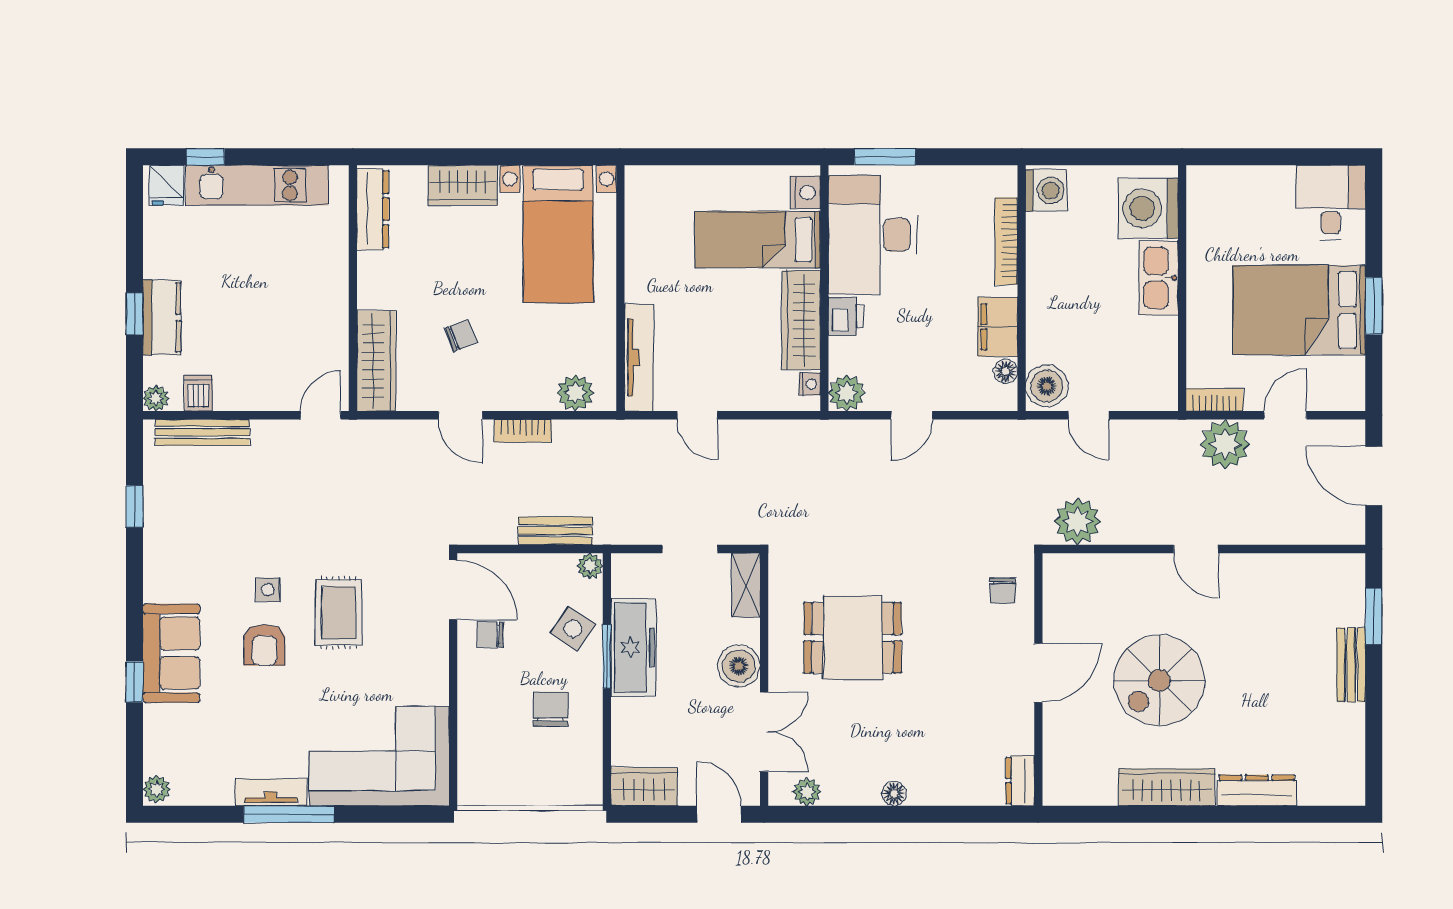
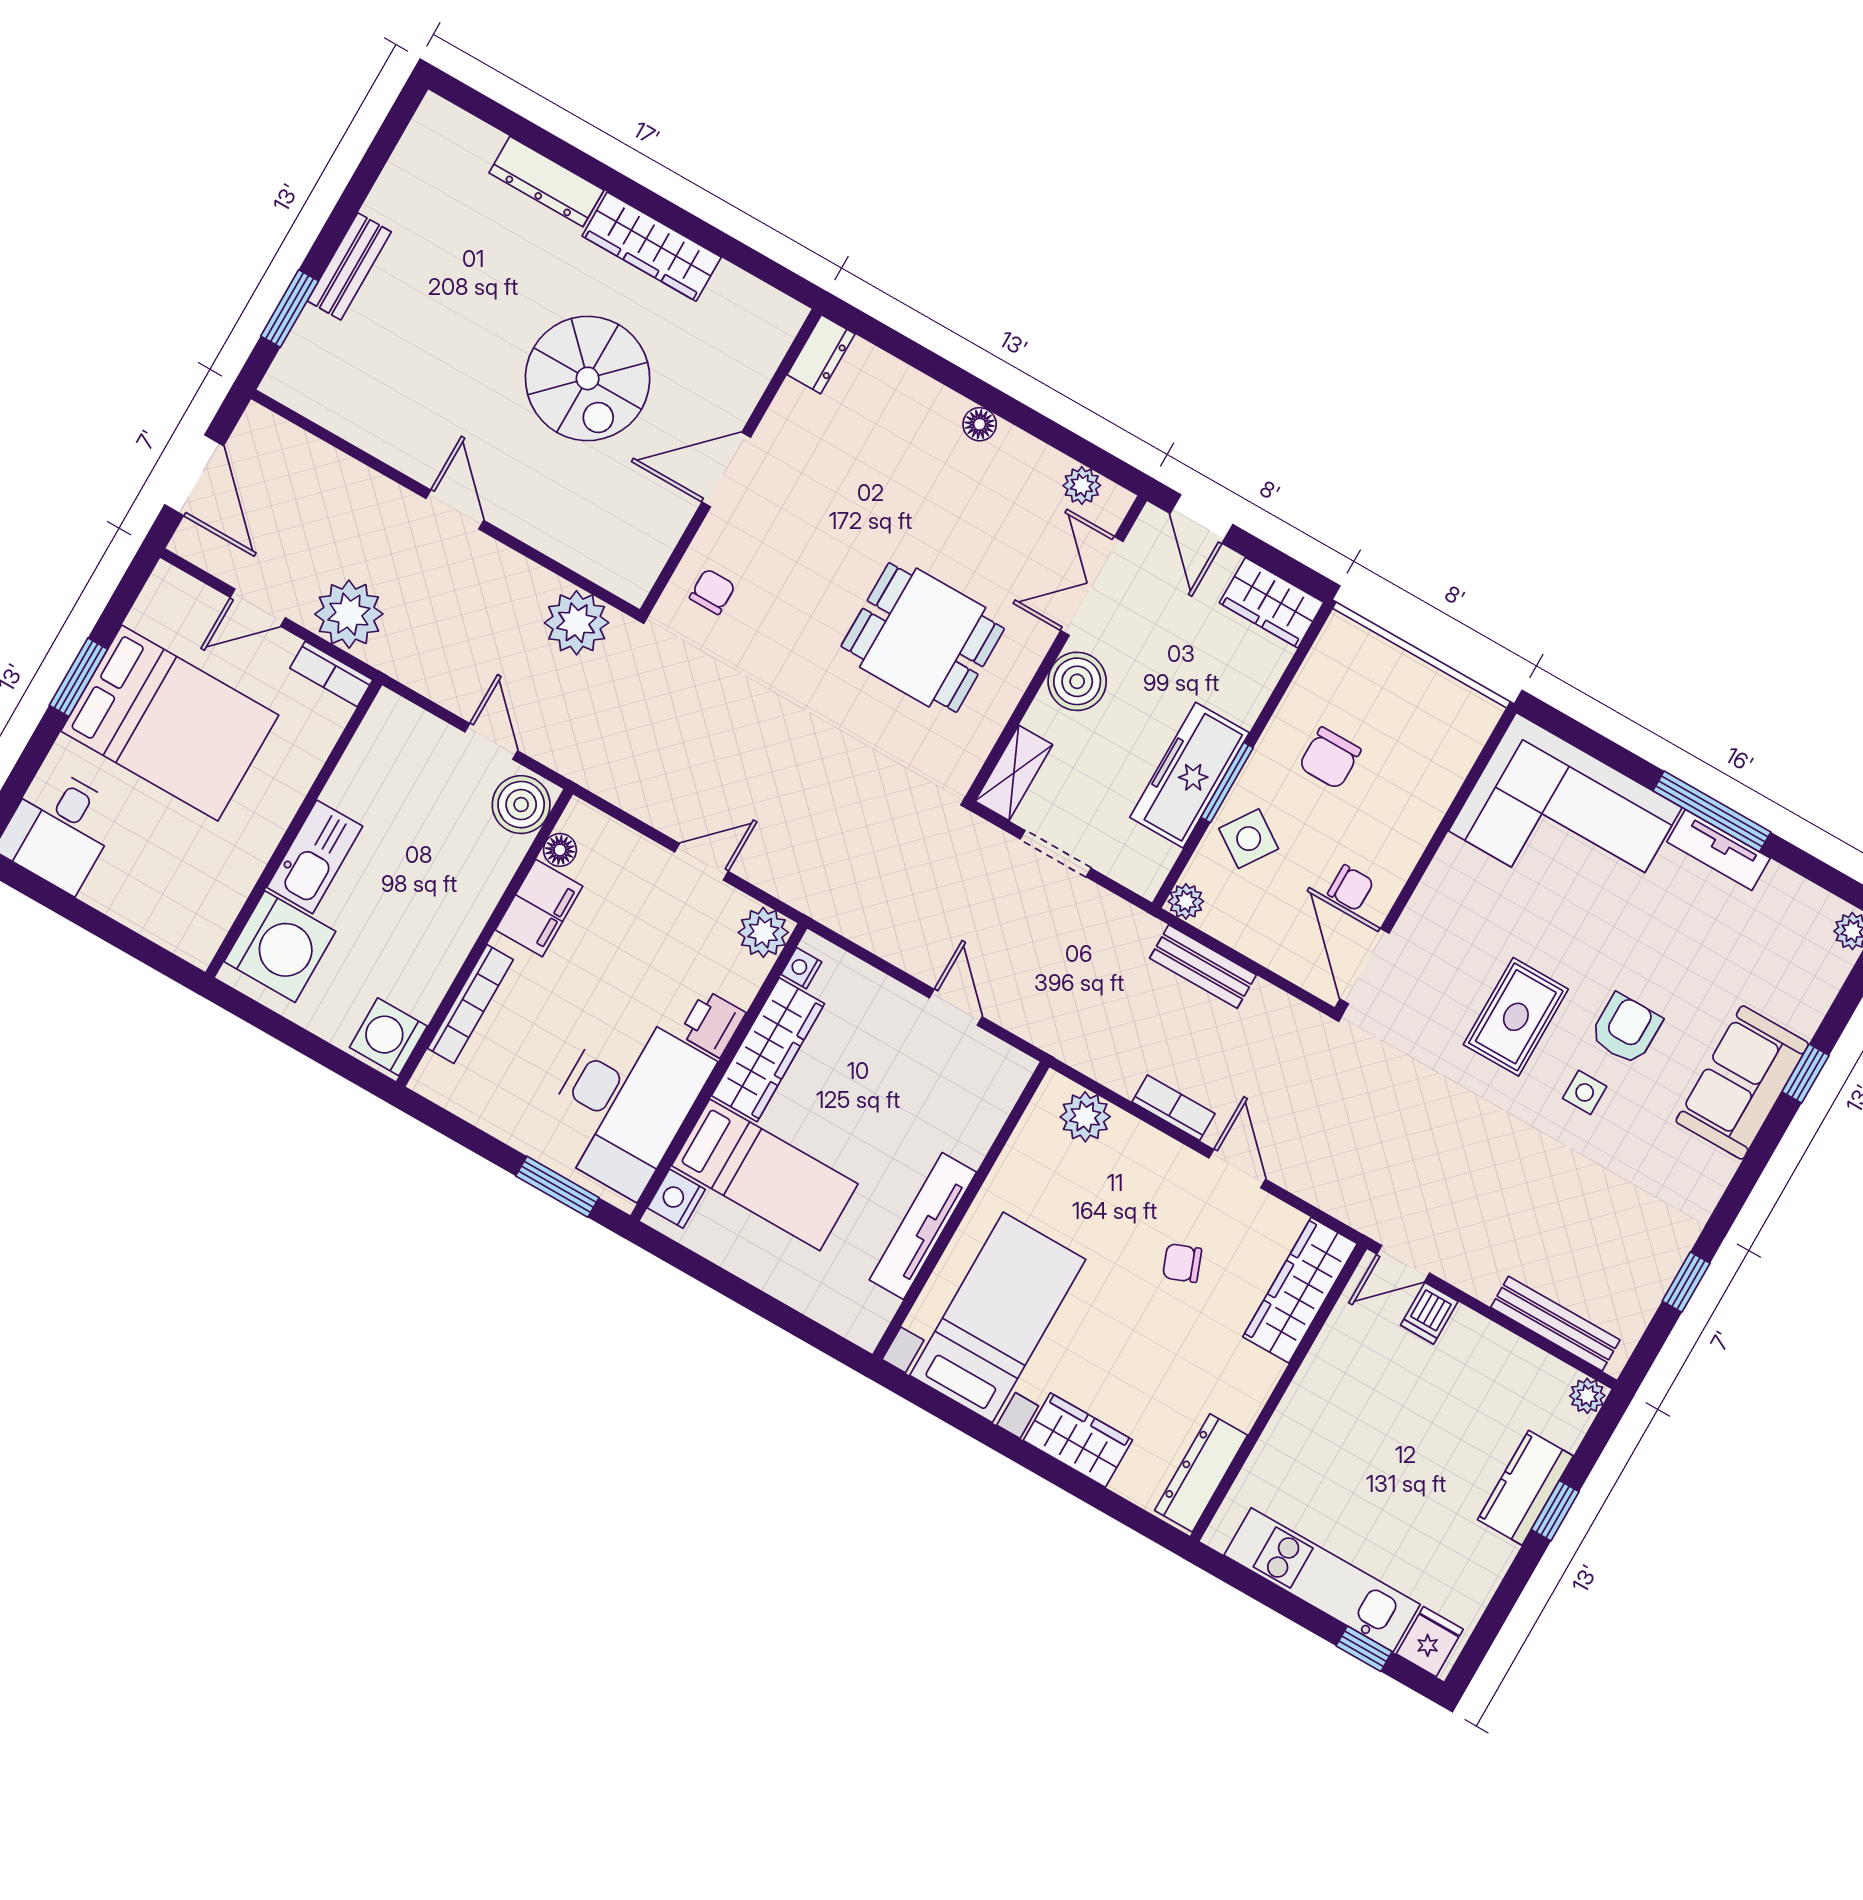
tv unit: (639, 358) -> (923, 1226), moved
dishwasher: (198, 393) -> (1429, 1313), moved
spiral stairs: (1159, 680) -> (588, 378), turned 90

